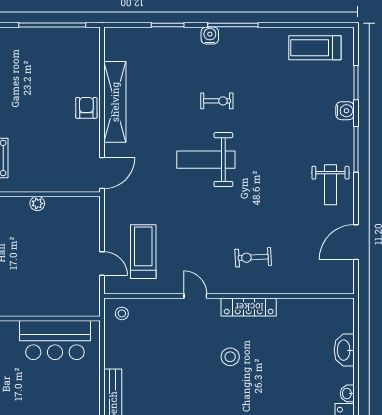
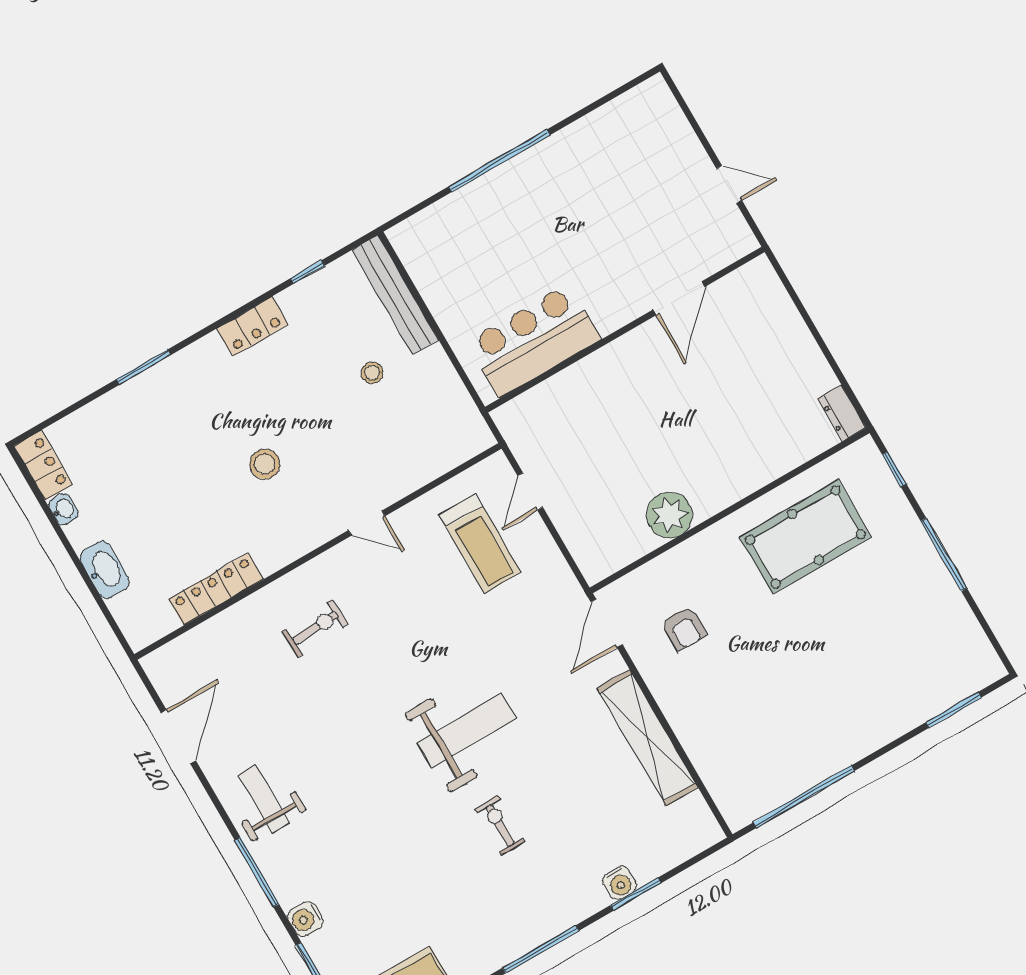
water cooler: (210, 35) -> (620, 883), moved
exercise bike: (217, 101) -> (500, 825), turned 90
armchair: (86, 108) -> (684, 628), moved
plant: (37, 203) -> (670, 515), width x1.88, depth x1.88
door: (102, 263) -> (530, 492), hinge flipped
locker: (249, 307) -> (216, 589), moved
stool: (122, 313) -> (372, 373), moved

